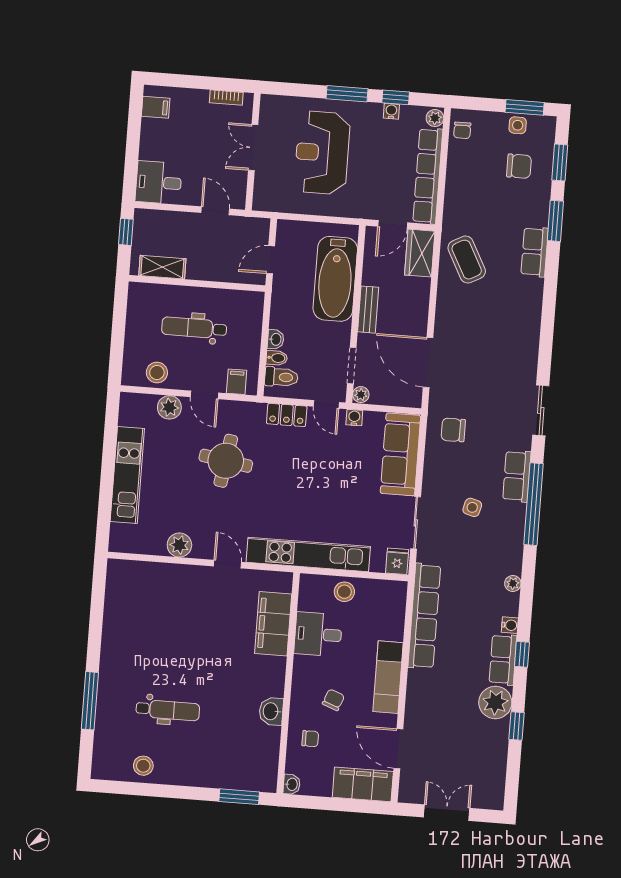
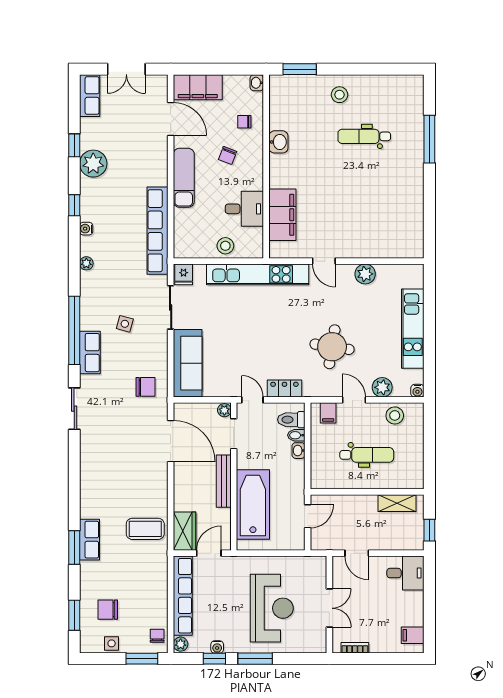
window: (525, 107) -> (142, 659), moved
window: (555, 221) -> (74, 548), moved
coffee table: (467, 260) -> (145, 529), turned -62
bench: (368, 310) -> (224, 481), width x1.36
water cooler: (354, 418) -> (417, 391), moved
row of seats: (503, 660) -> (90, 96), moved
stool: (143, 766) -> (340, 95), moved

